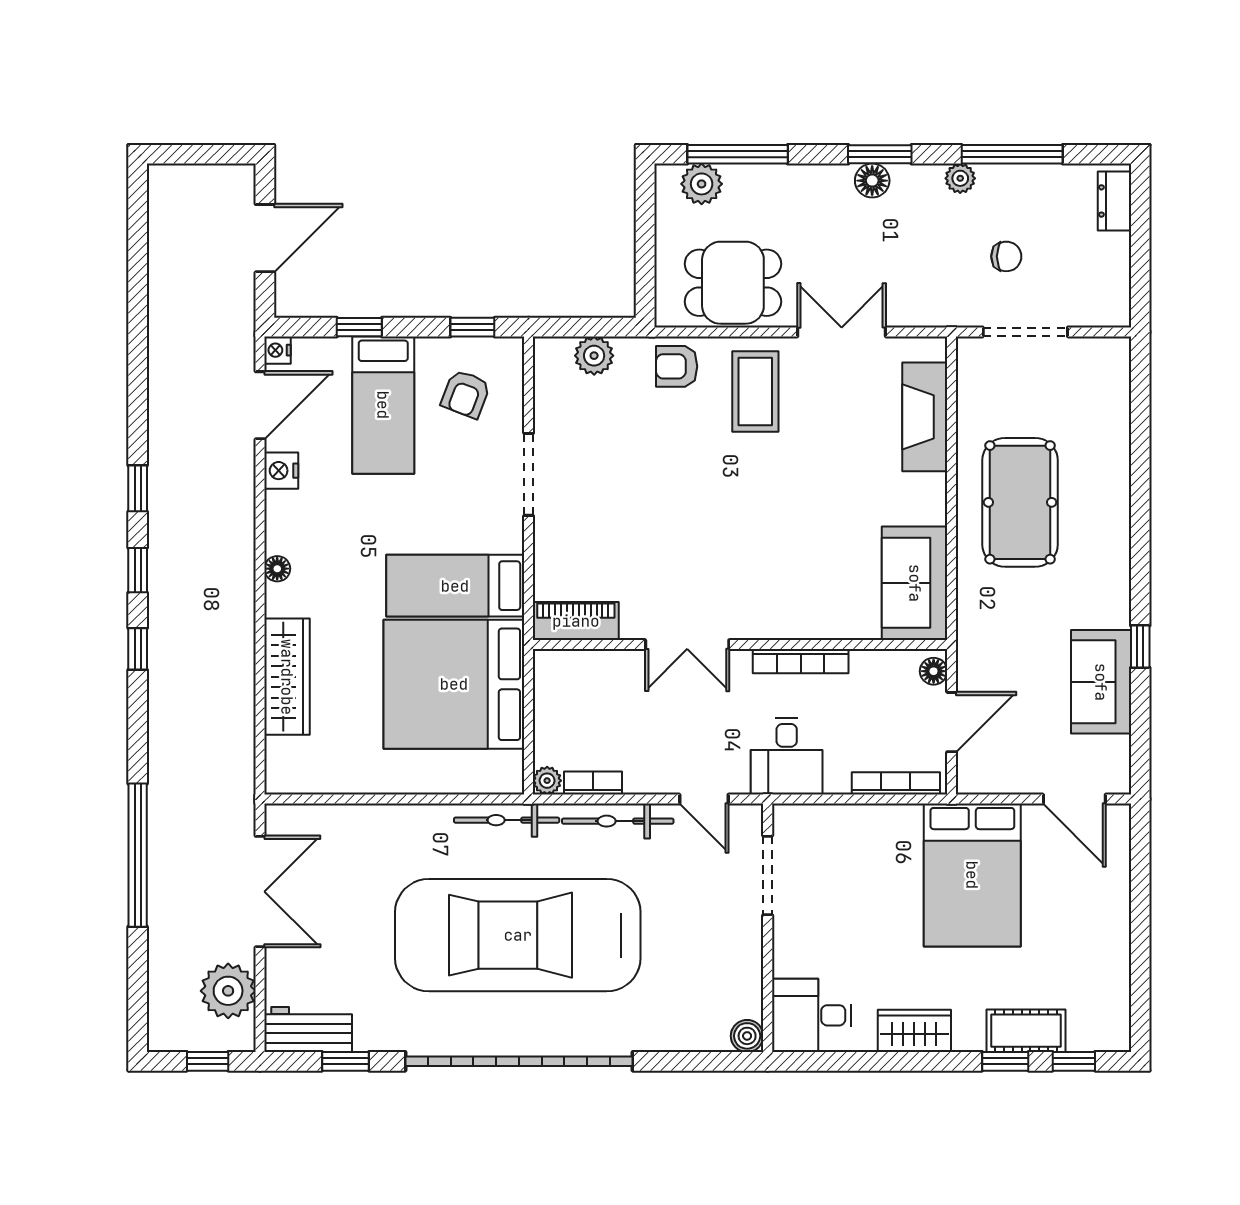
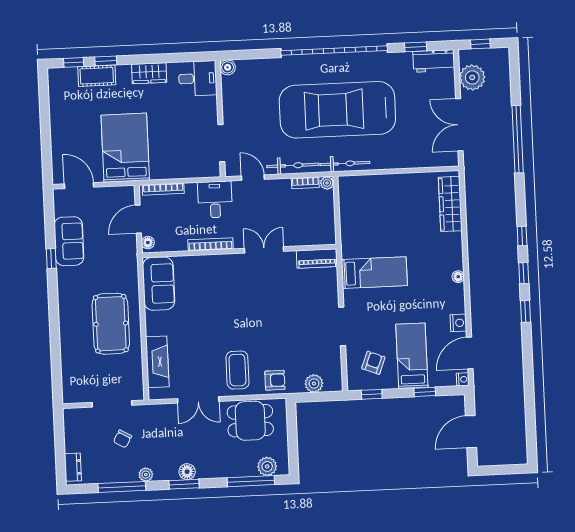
chair: (1006, 256) -> (122, 439), turned -60
wardrobe: (287, 677) -> (450, 204), moved
bed: (454, 684) -> (373, 226), removed
car: (518, 935) -> (337, 110), turned 180

